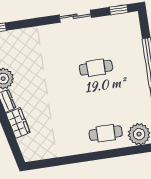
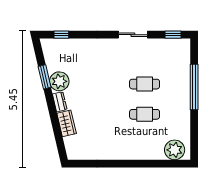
cafe table: (106, 133) -> (145, 114), moved

